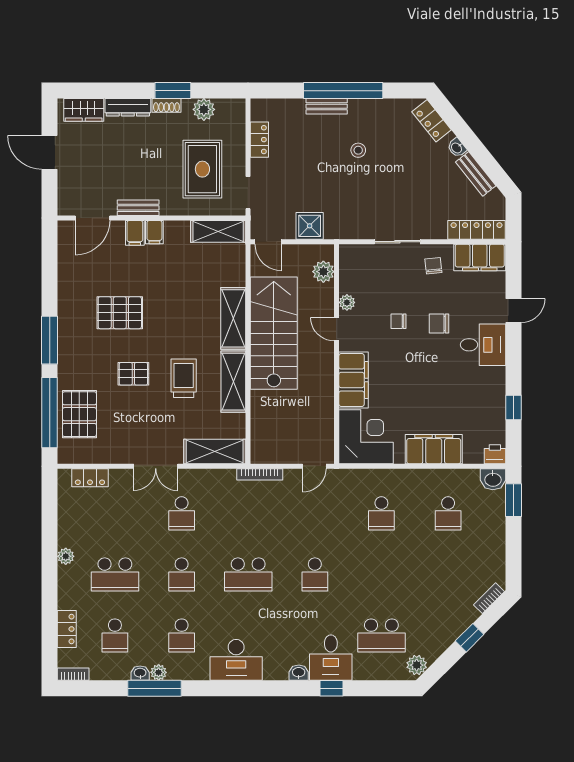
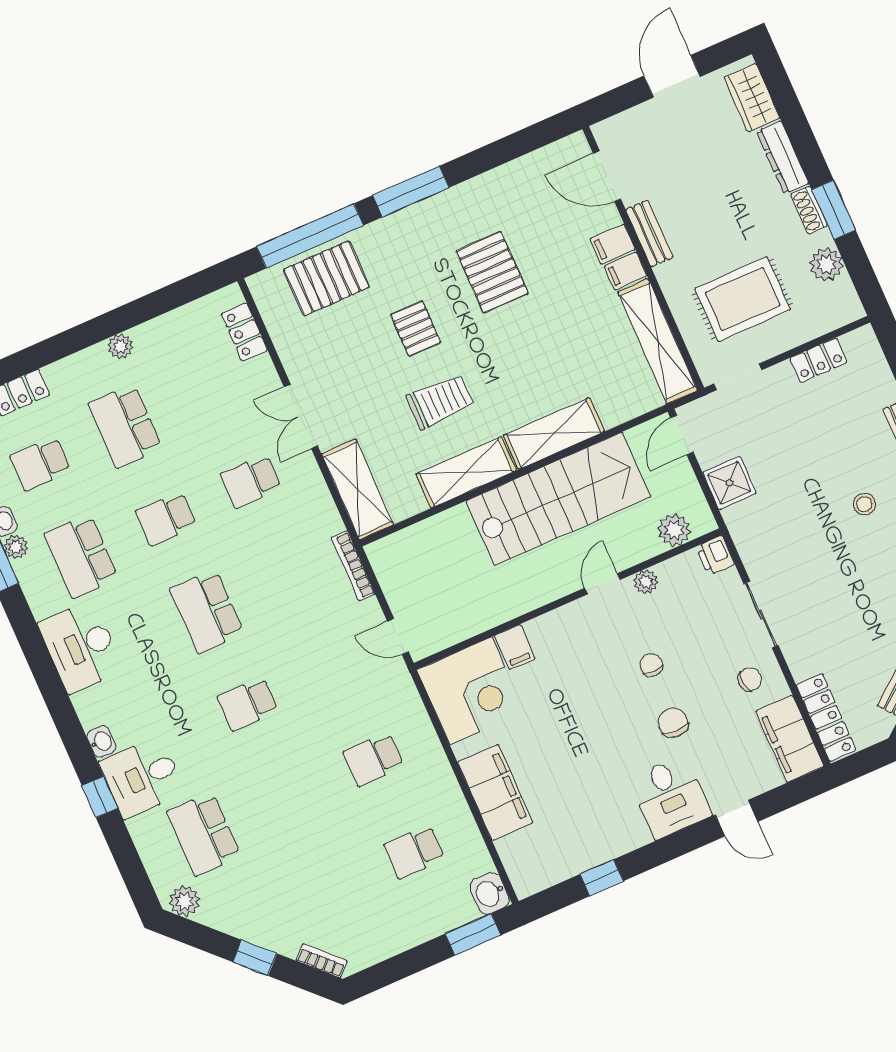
shelving: (218, 231) -> (658, 341), width x1.47
filing cabinet: (354, 380) -> (515, 647), width x0.33, depth x0.86
printer: (495, 454) -> (715, 556), moved, turned 180
school desk: (182, 635) -> (81, 556), width x1.85

